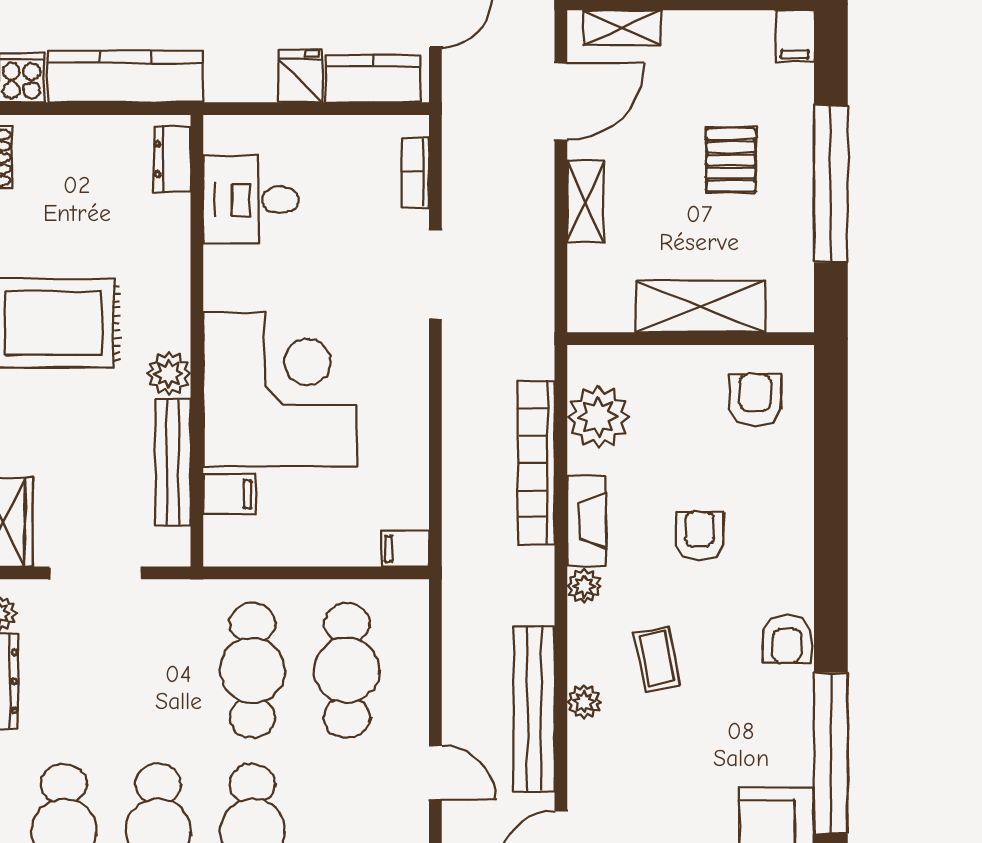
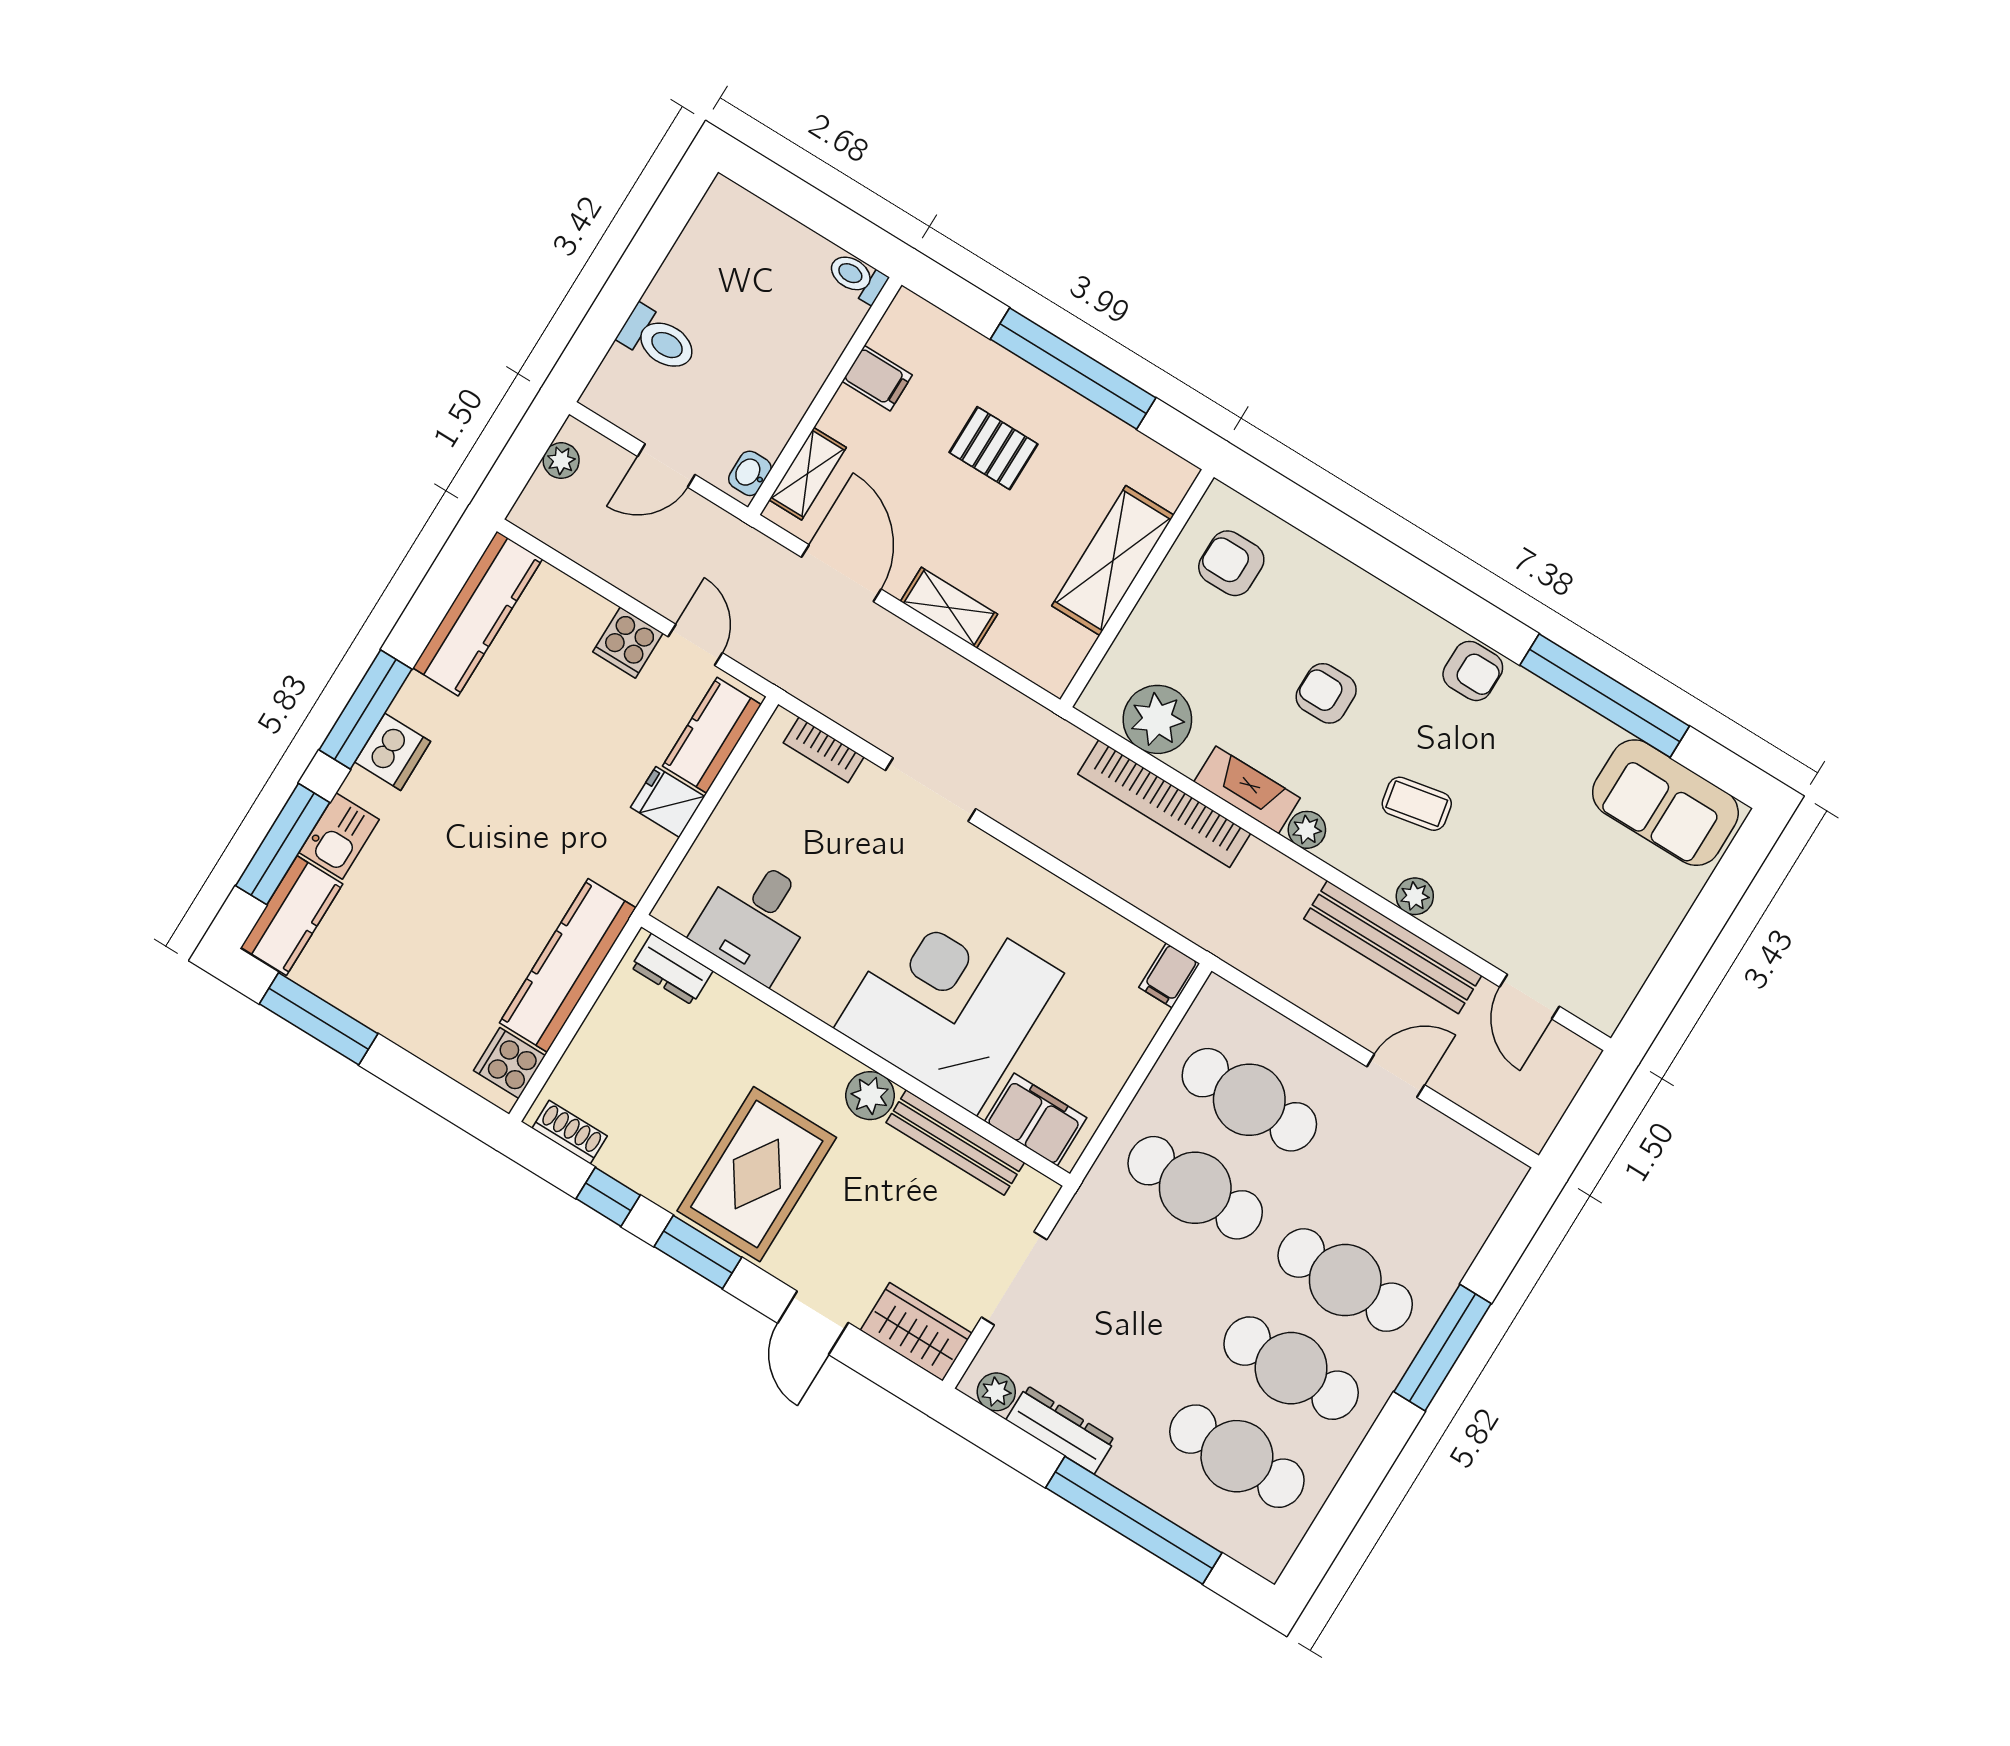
filing cabinet: (795, 36) -> (877, 378), moved
filing cabinet: (229, 494) -> (1036, 1120), width x2.00

